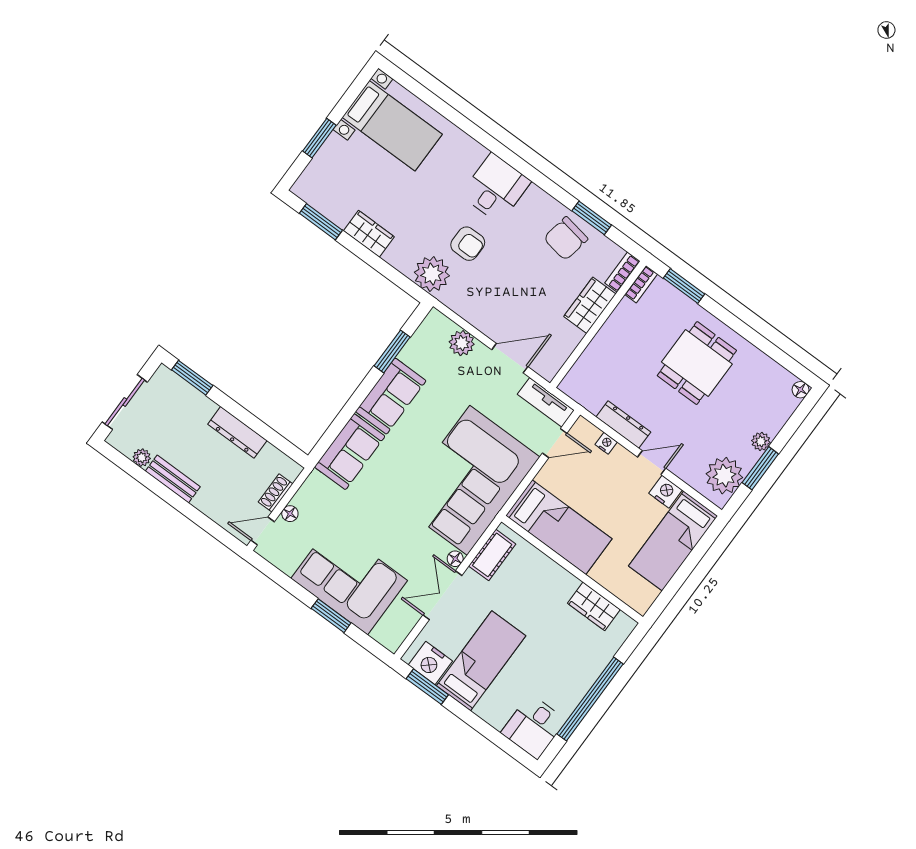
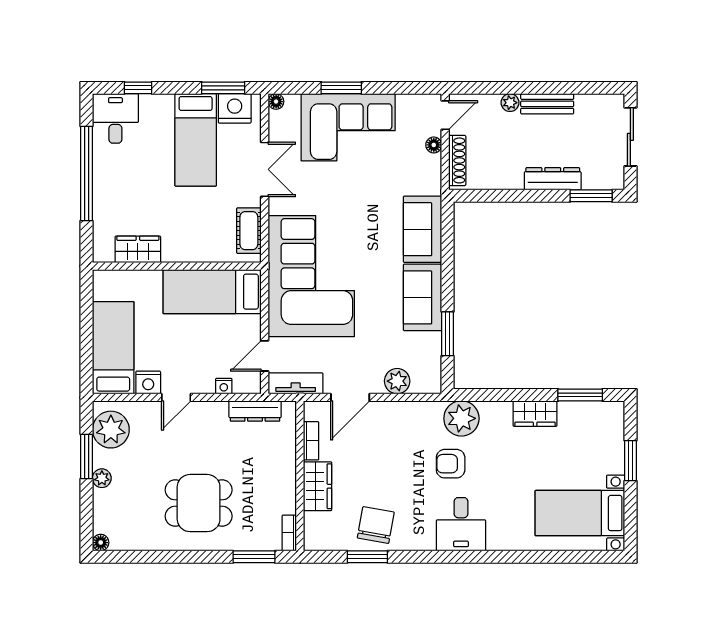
bookcase: (622, 272) -> (311, 441), moved
dining table: (697, 363) -> (199, 503), turned 90
dresser: (623, 425) -> (255, 411), moved
dresser: (237, 432) -> (553, 179), moved
plant: (142, 458) -> (510, 103), moved
shoe rack: (276, 493) -> (457, 160), width x1.43
floor lamp: (455, 559) -> (276, 102), moved
window: (497, 738) -> (138, 88), added

